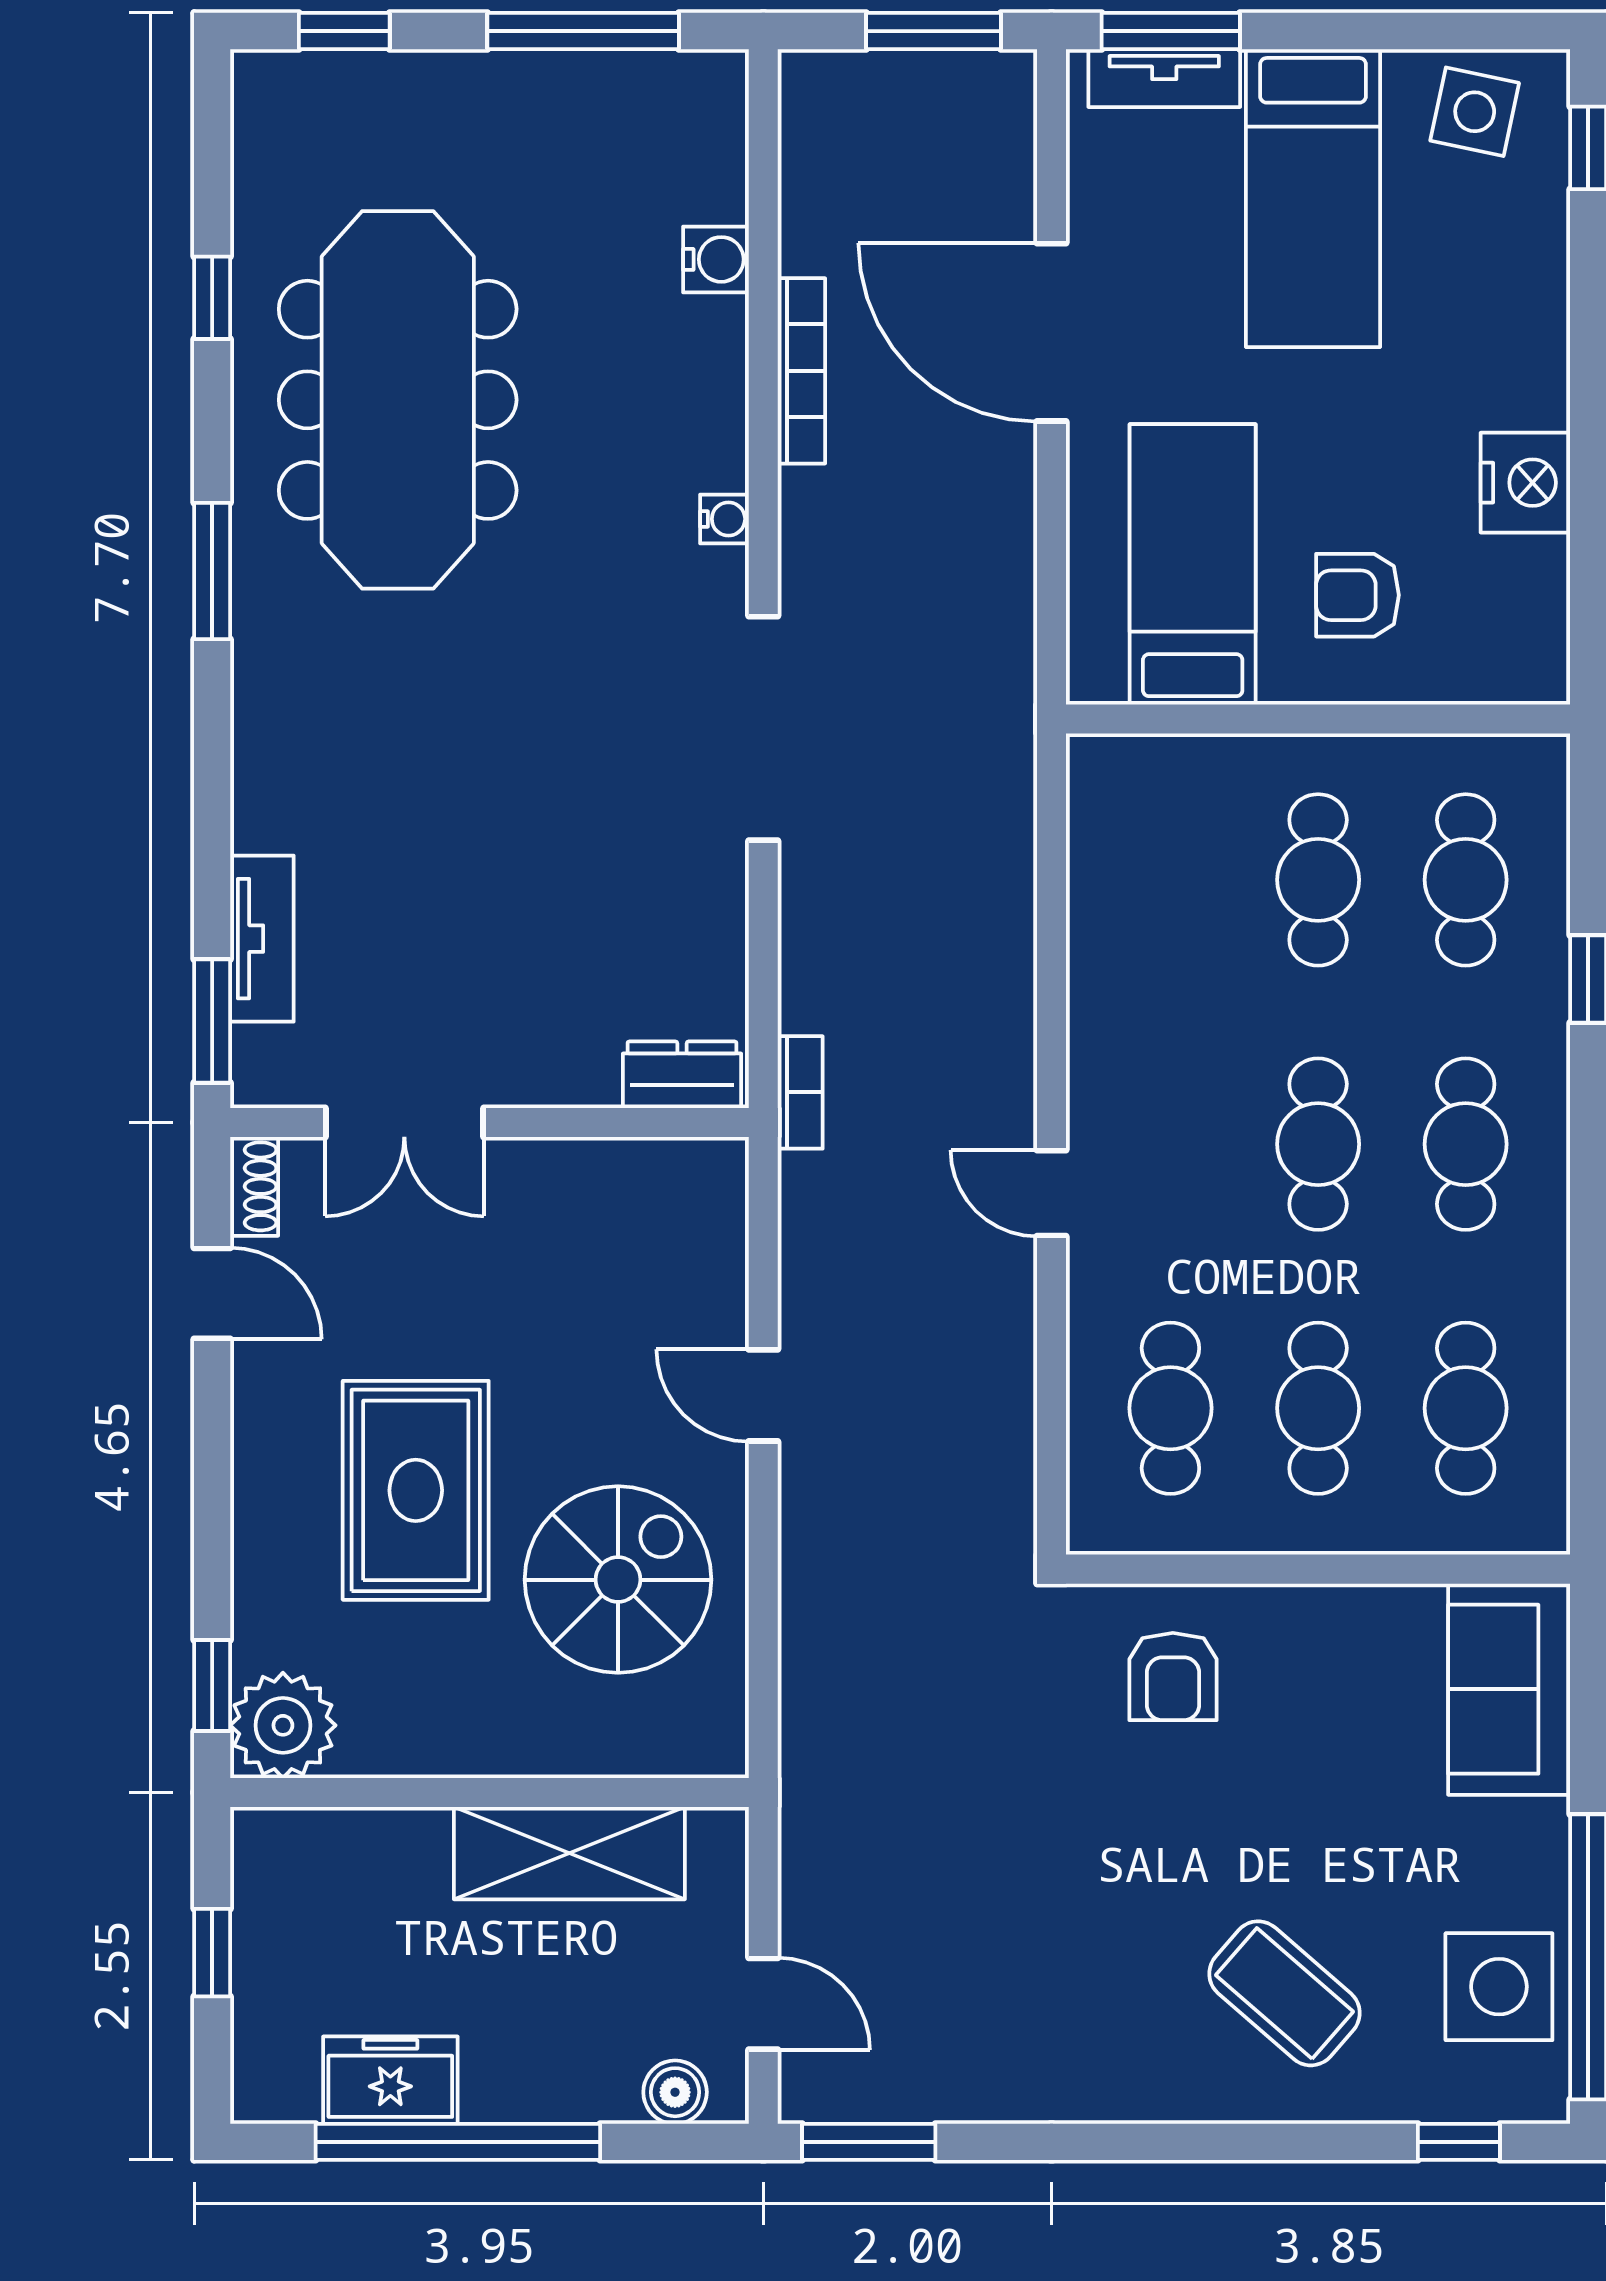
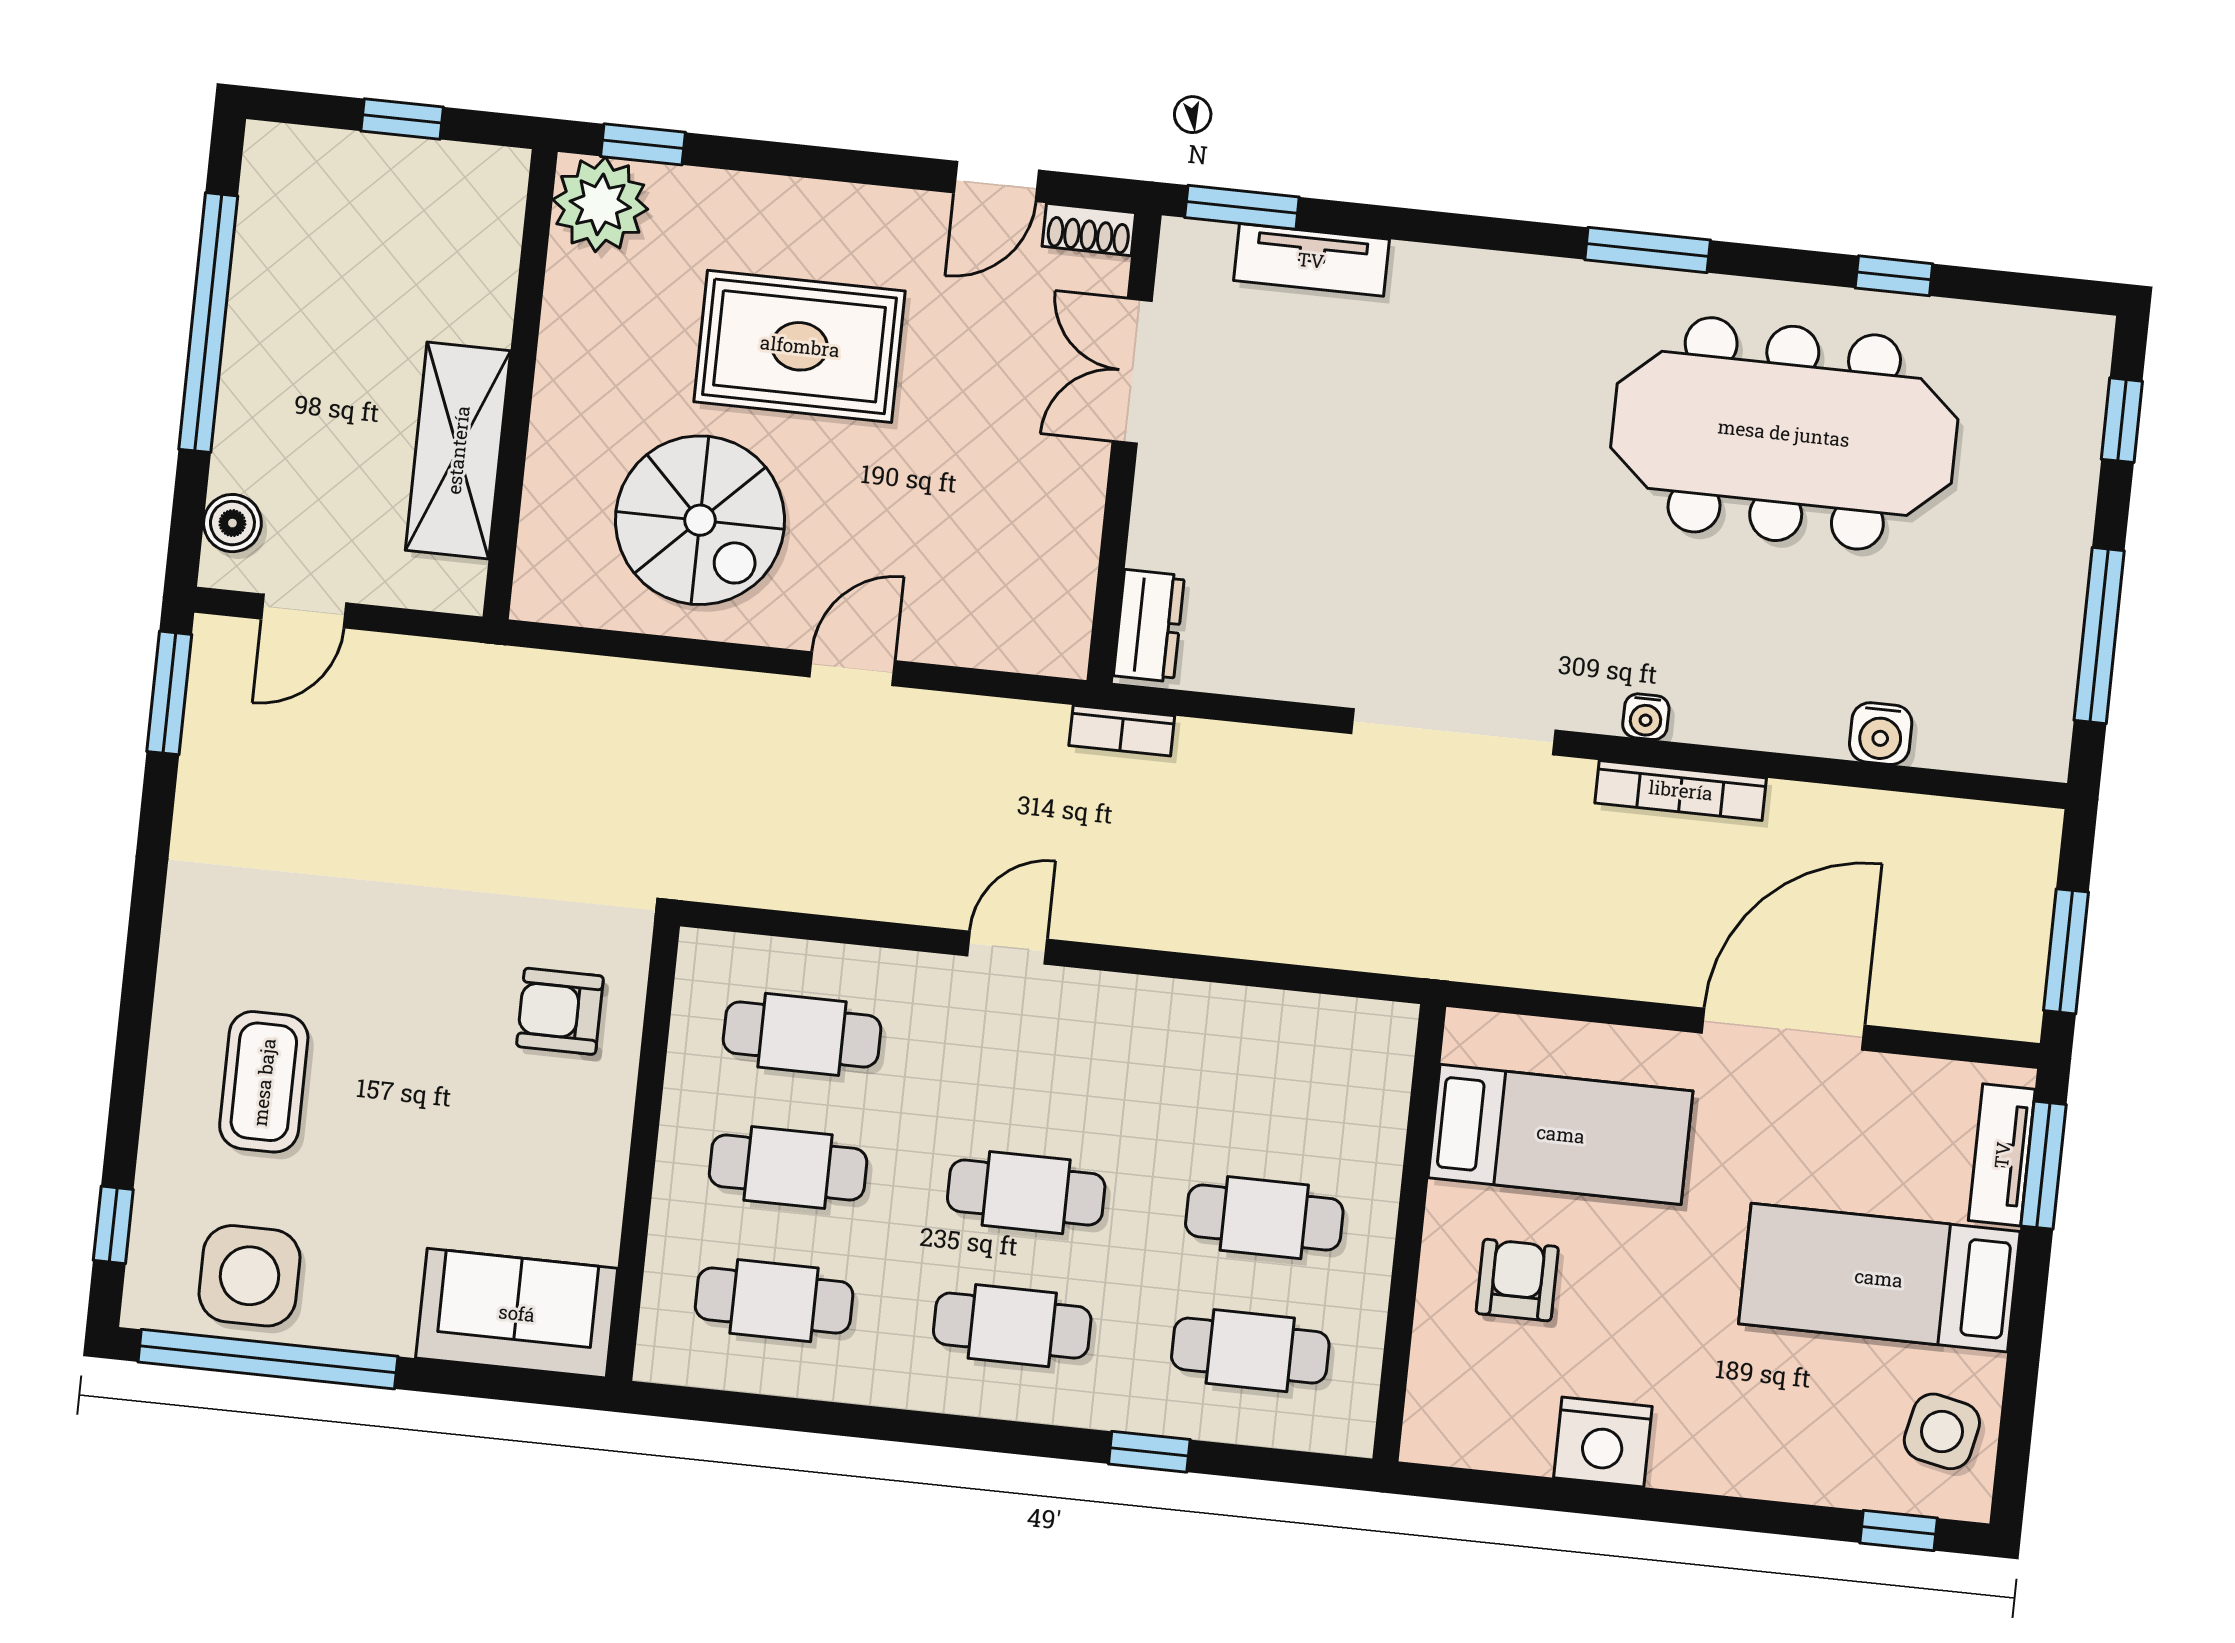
bookcase: (801, 371) -> (1681, 790), moved
coffee table: (1284, 1993) -> (264, 1082), turned -41
freezer: (390, 2080) -> (270, 268), removed

